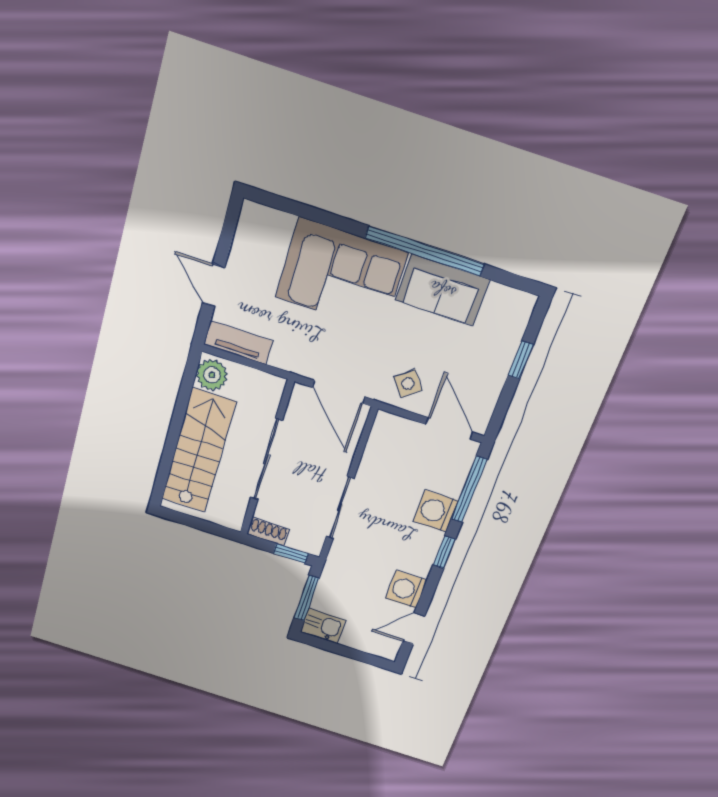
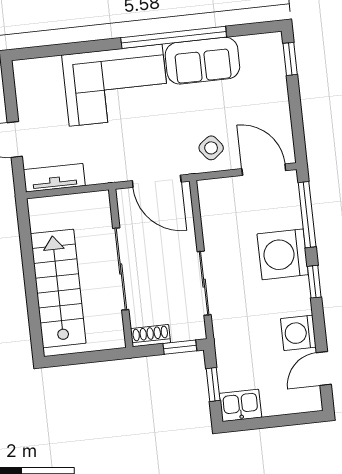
window: (521, 360) -> (290, 59), moved
plant: (212, 375) -> (43, 215), removed
washing machine: (436, 511) -> (283, 254), width x1.37, depth x1.37
window: (306, 598) -> (213, 385), width x0.67

